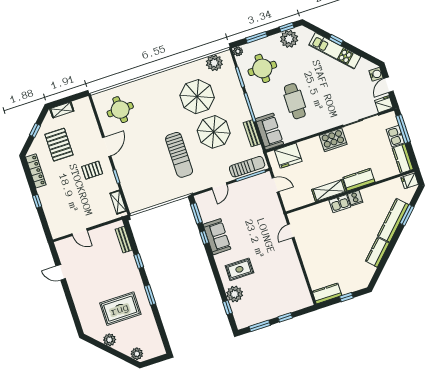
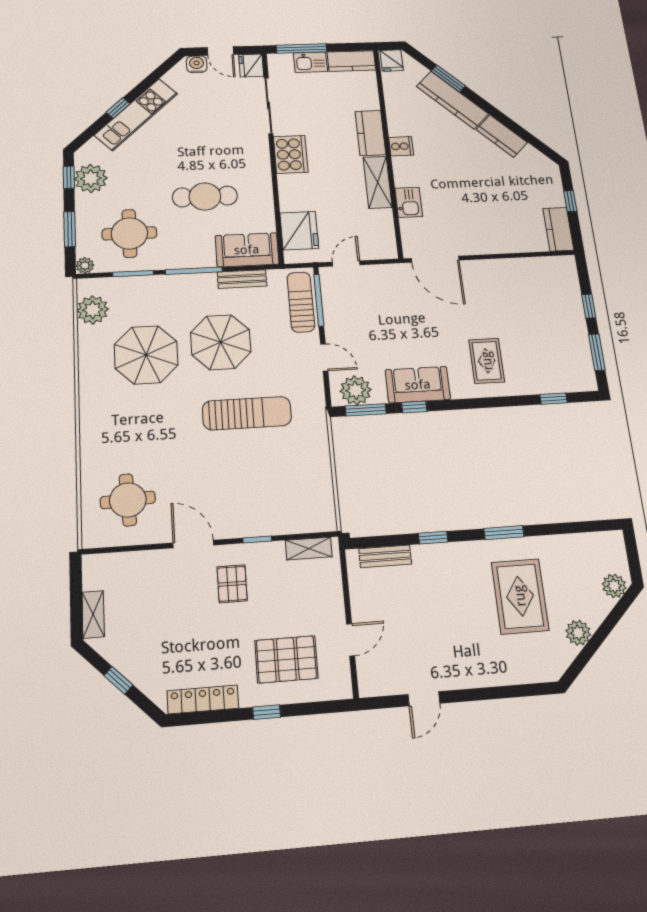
pallet: (59, 145) -> (286, 659), moved
kitchen sink: (340, 204) -> (409, 202), moved
door: (291, 231) -> (435, 259), width x1.87
plant: (235, 294) -> (356, 390), moved

